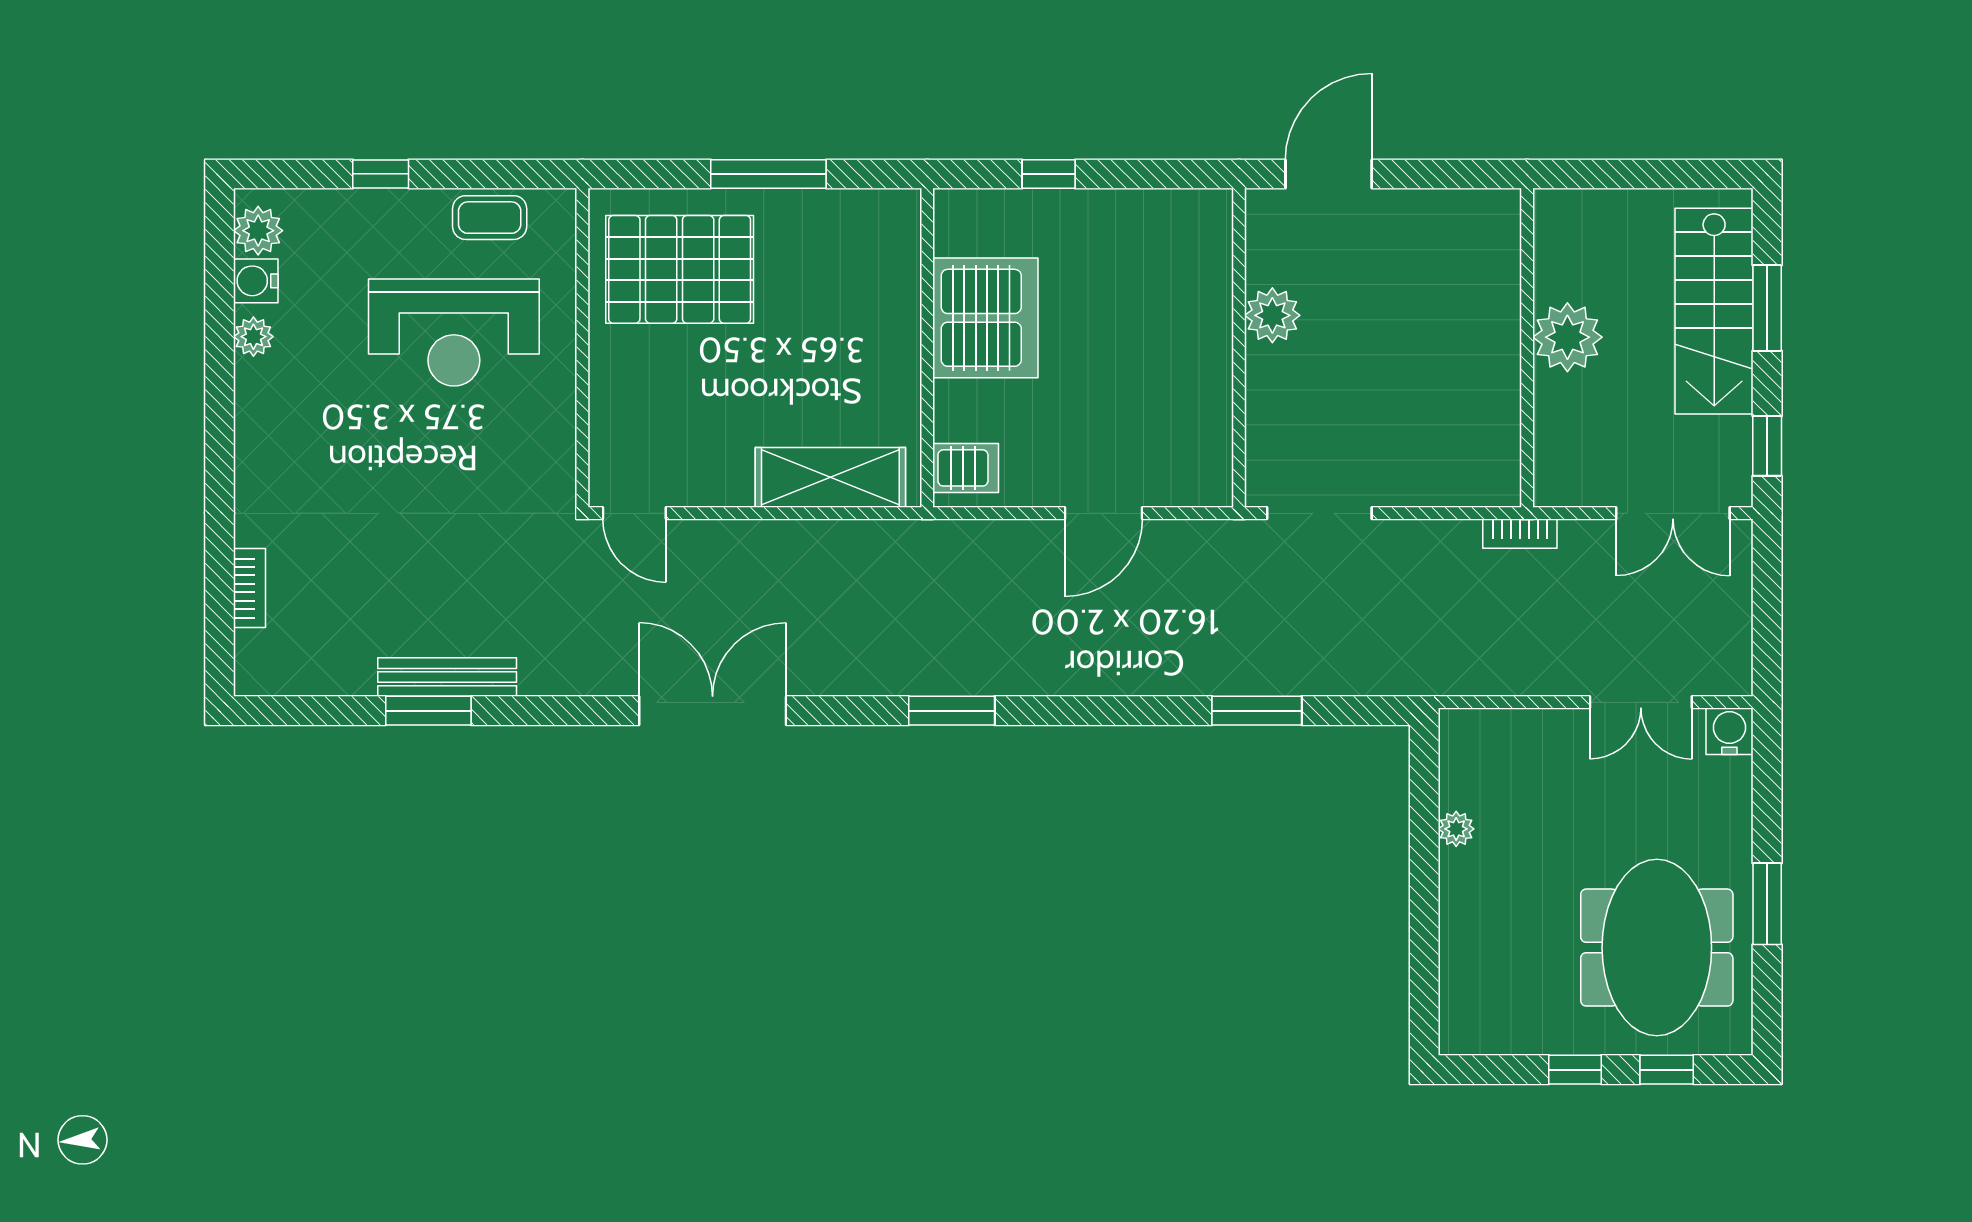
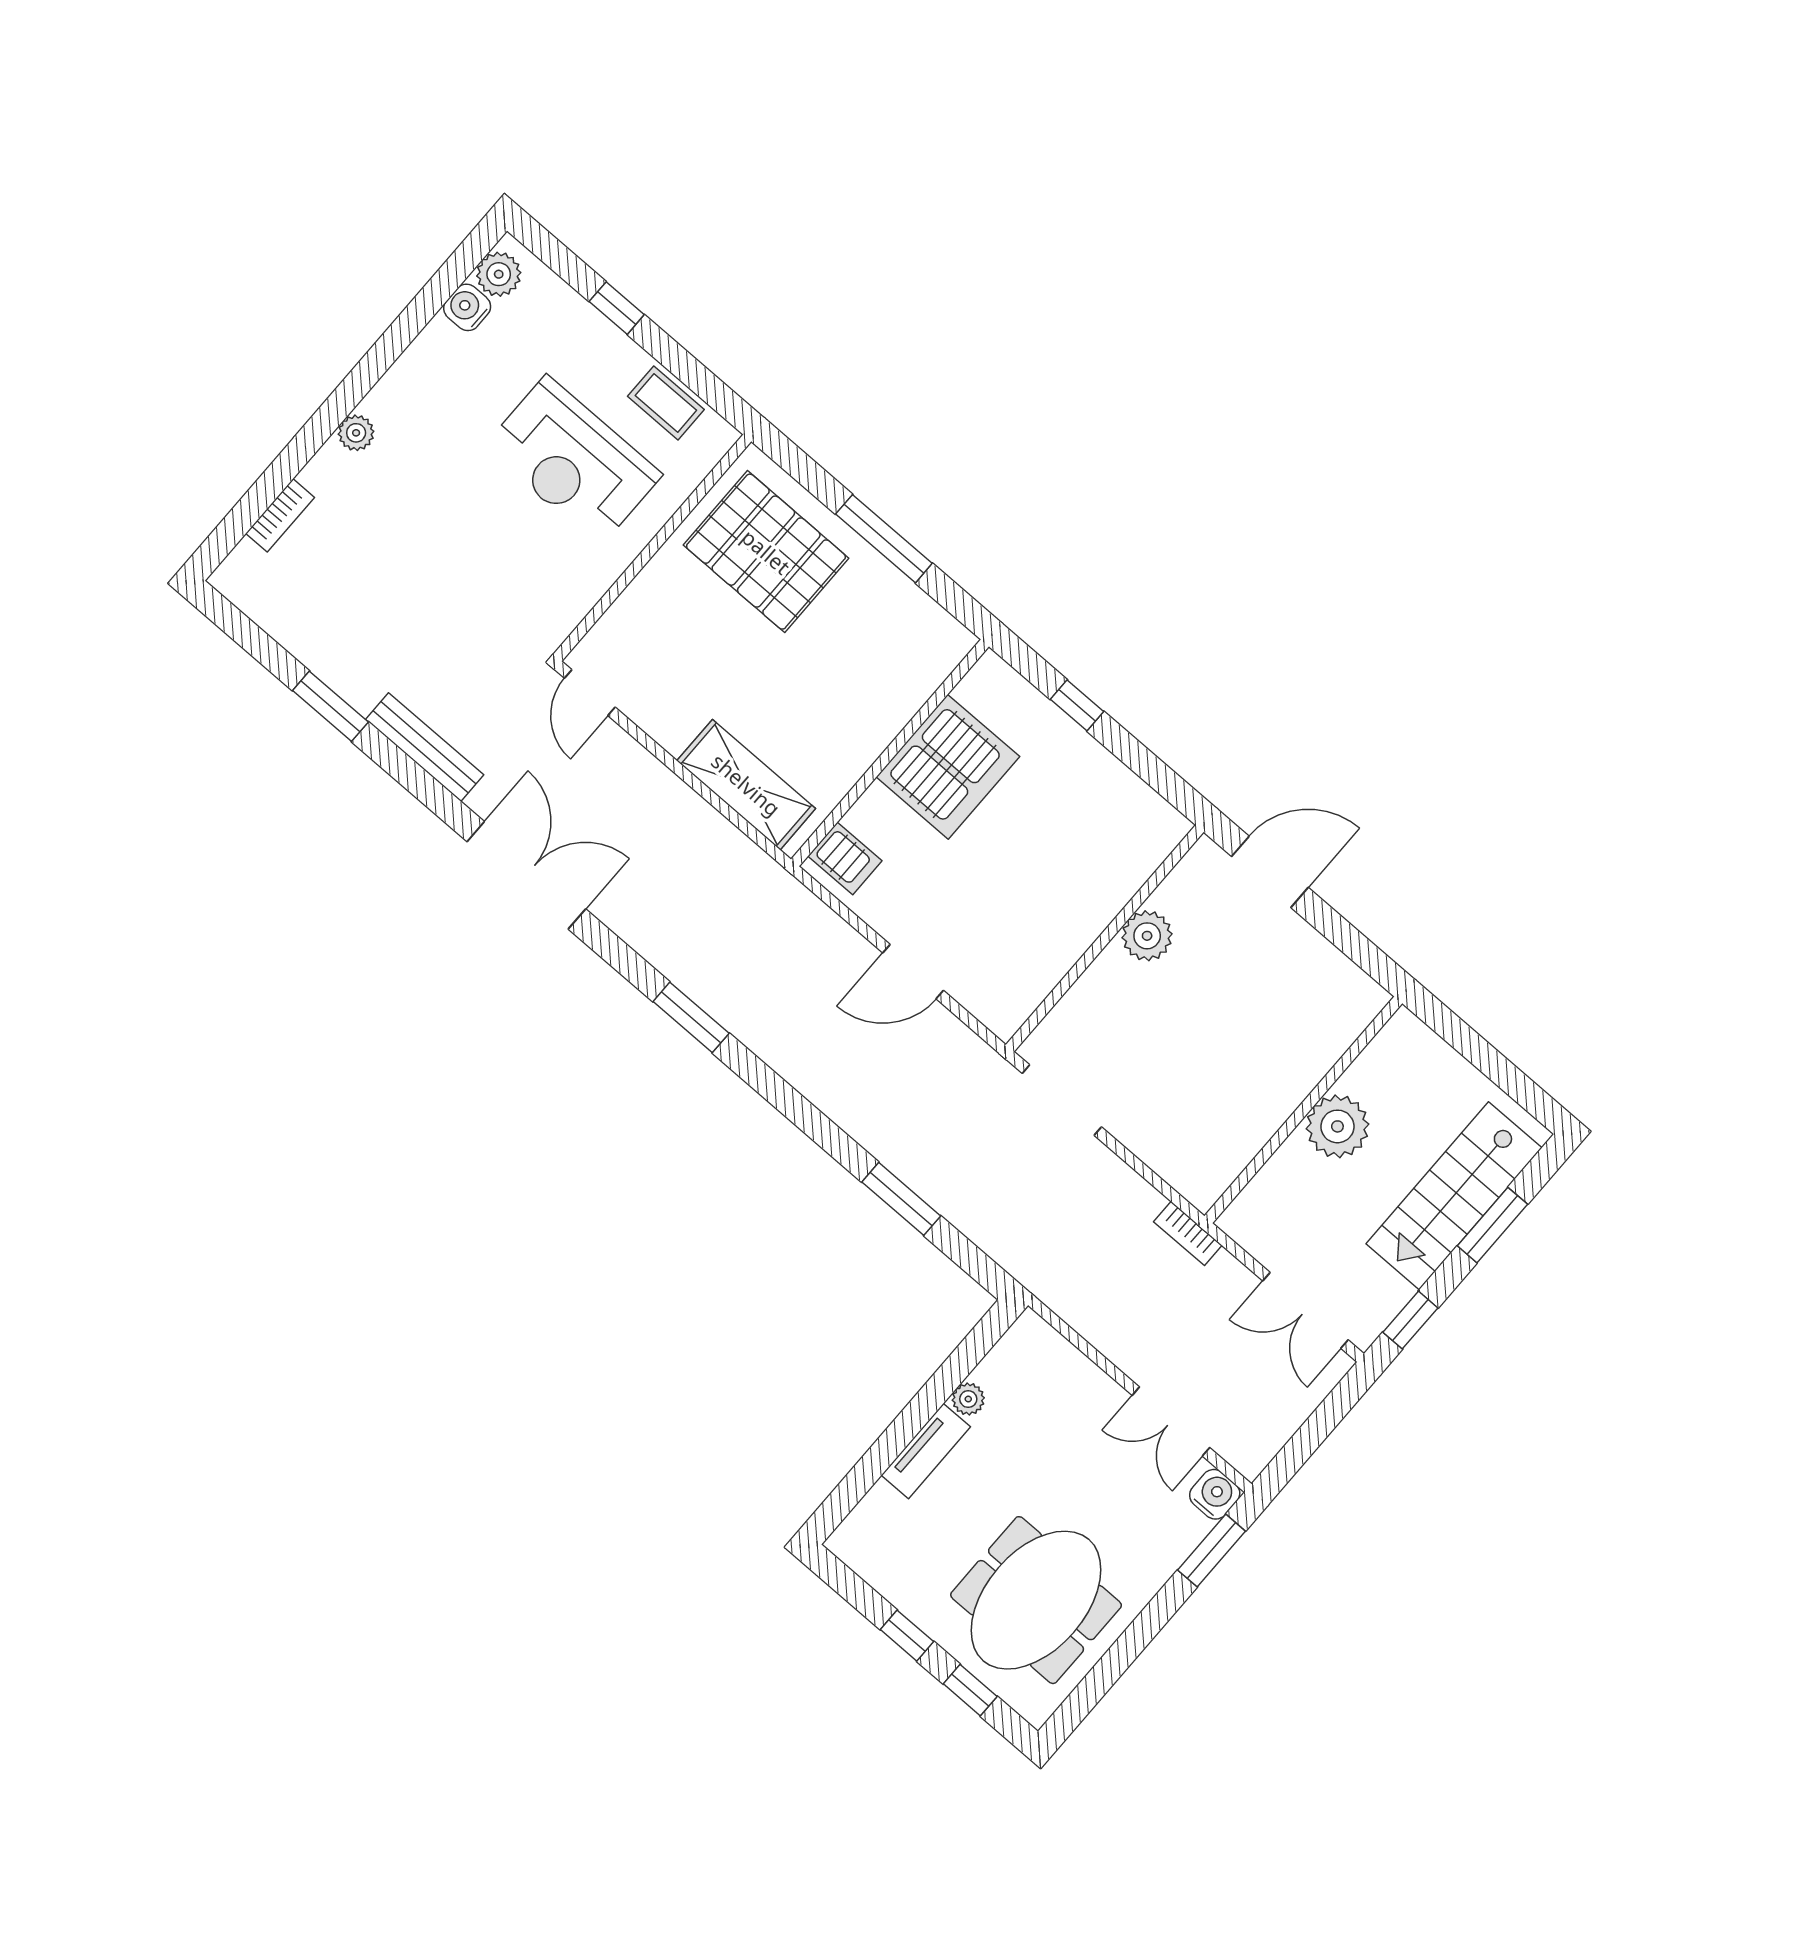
plant: (253, 337) -> (356, 433), moved
bench: (447, 677) -> (425, 747), moved
tv unit: (1458, 903) -> (926, 1451), added
window: (1767, 904) -> (1211, 1551), moved

